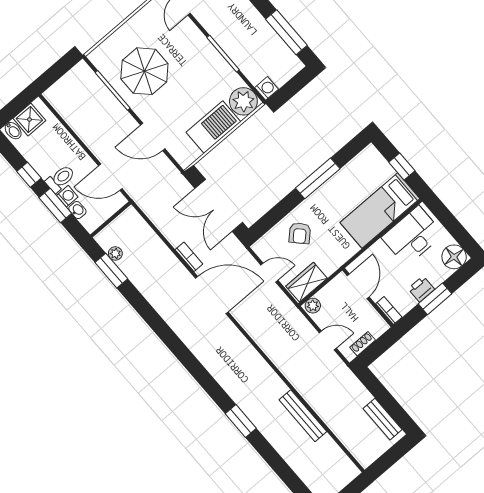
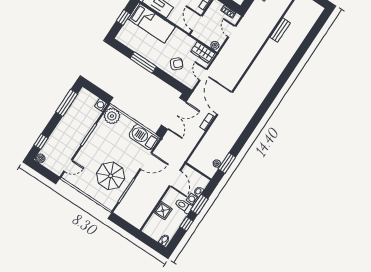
shower: (29, 119) -> (163, 211), moved
barbecue: (213, 127) -> (144, 137), moved
door: (153, 137) -> (146, 161), hinge flipped
door: (358, 286) -> (197, 23), hinge flipped
bench: (303, 416) -> (280, 30), width x0.73
window: (241, 421) -> (290, 67), removed

